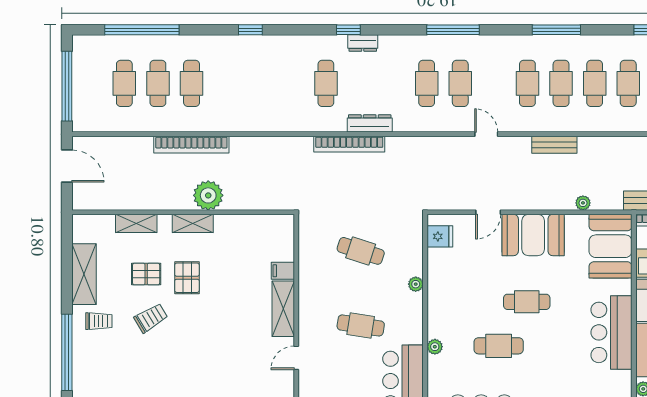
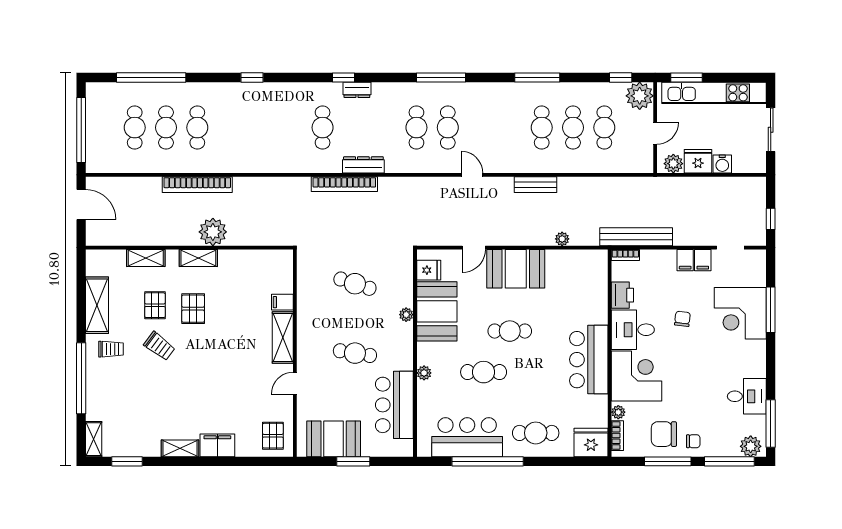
cafe table: (527, 83) -> (510, 128), removed
booth: (611, 246) -> (437, 311), moved
pallet: (146, 274) -> (155, 305), turned 90
trolley: (151, 318) -> (159, 346), turned 68

